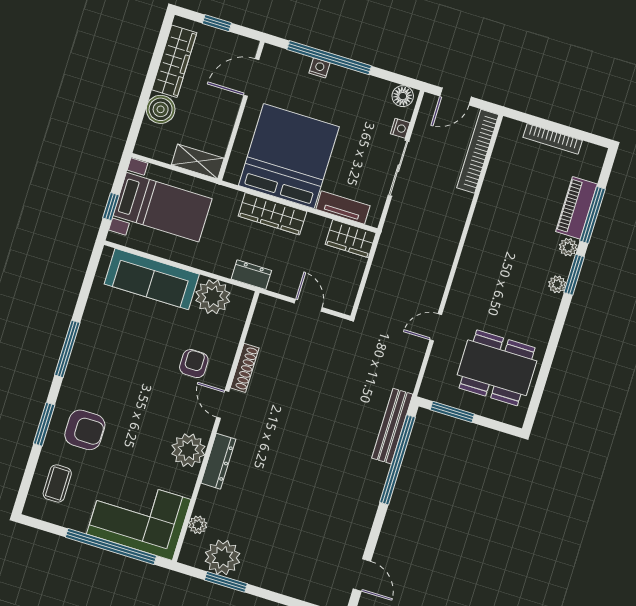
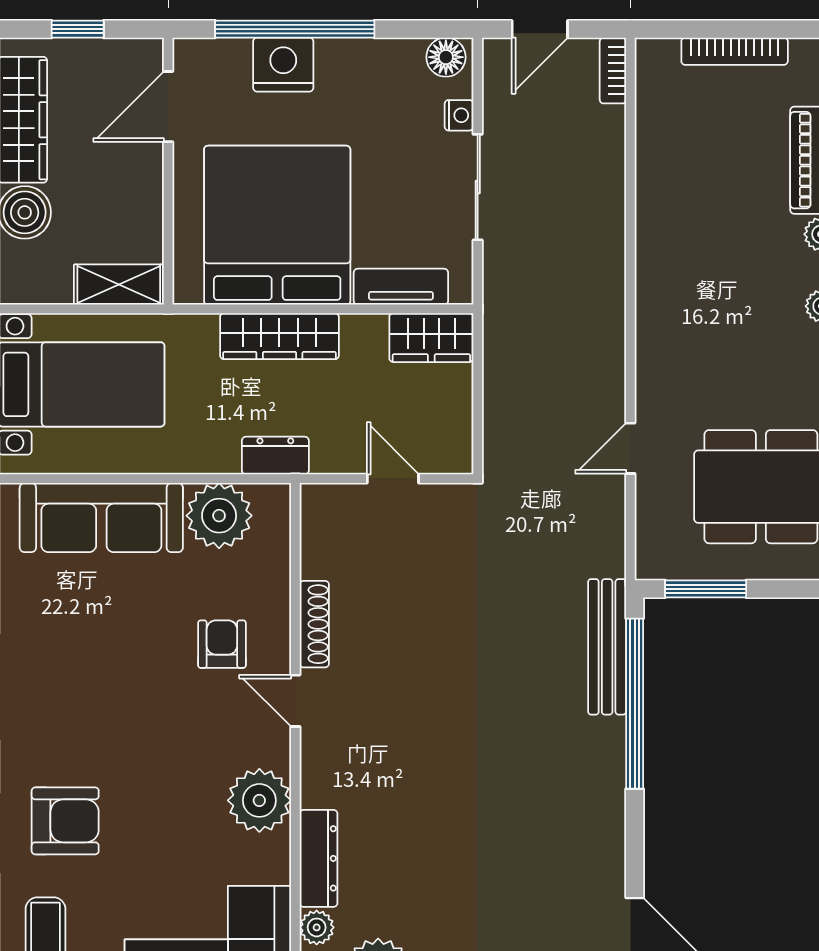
nightstand: (319, 68) -> (283, 65), width x1.89, depth x1.79
bookcase: (478, 151) -> (613, 71), width x0.43, depth x0.76
dresser: (218, 461) -> (318, 858), moved

